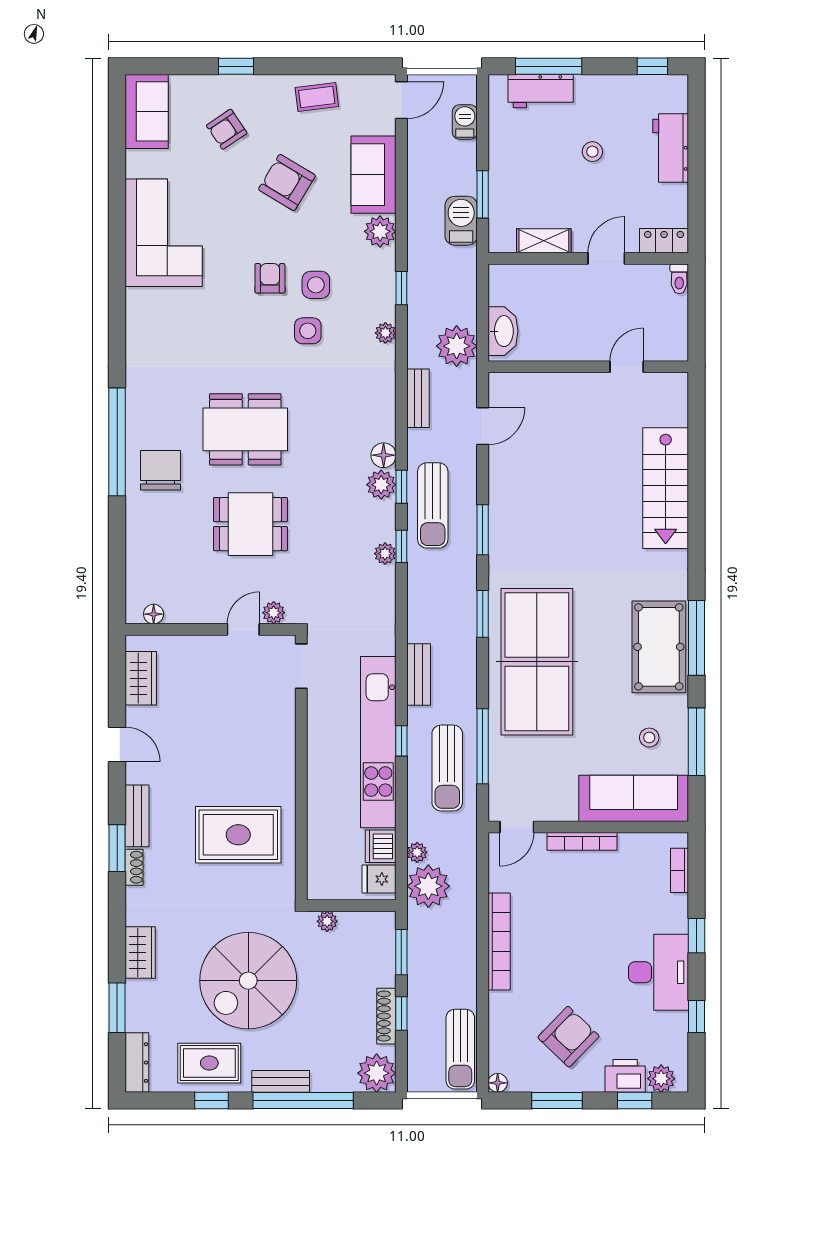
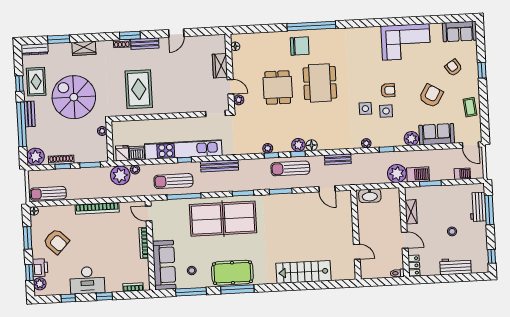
plant: (457, 346) -> (397, 174), moved
bench: (419, 675) -> (219, 166), width x1.36
wardrobe: (141, 678) -> (220, 66), moved, turned 90

